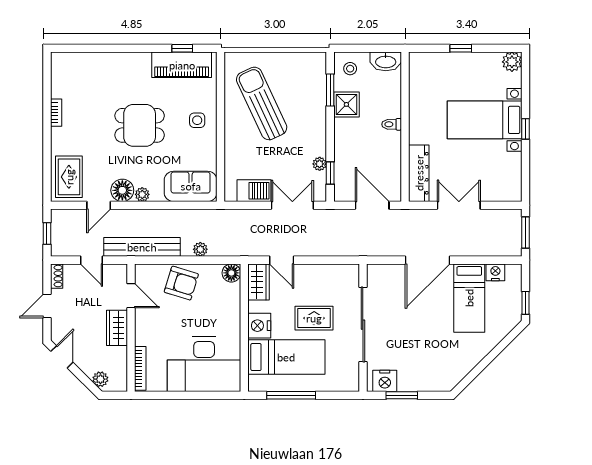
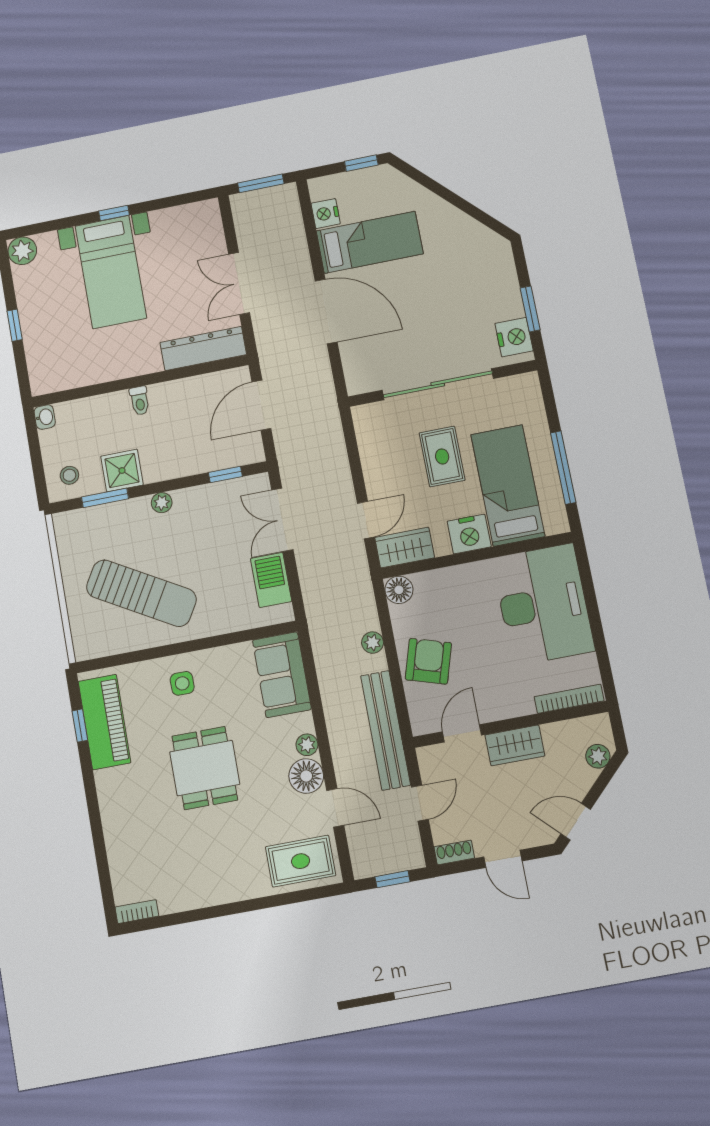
washbasin: (386, 61) -> (45, 417), width x0.52, depth x0.69
sun lounger: (262, 103) -> (141, 593), turned -125
bookcase: (56, 113) -> (137, 912), moved
plant: (320, 164) -> (162, 503), moved

